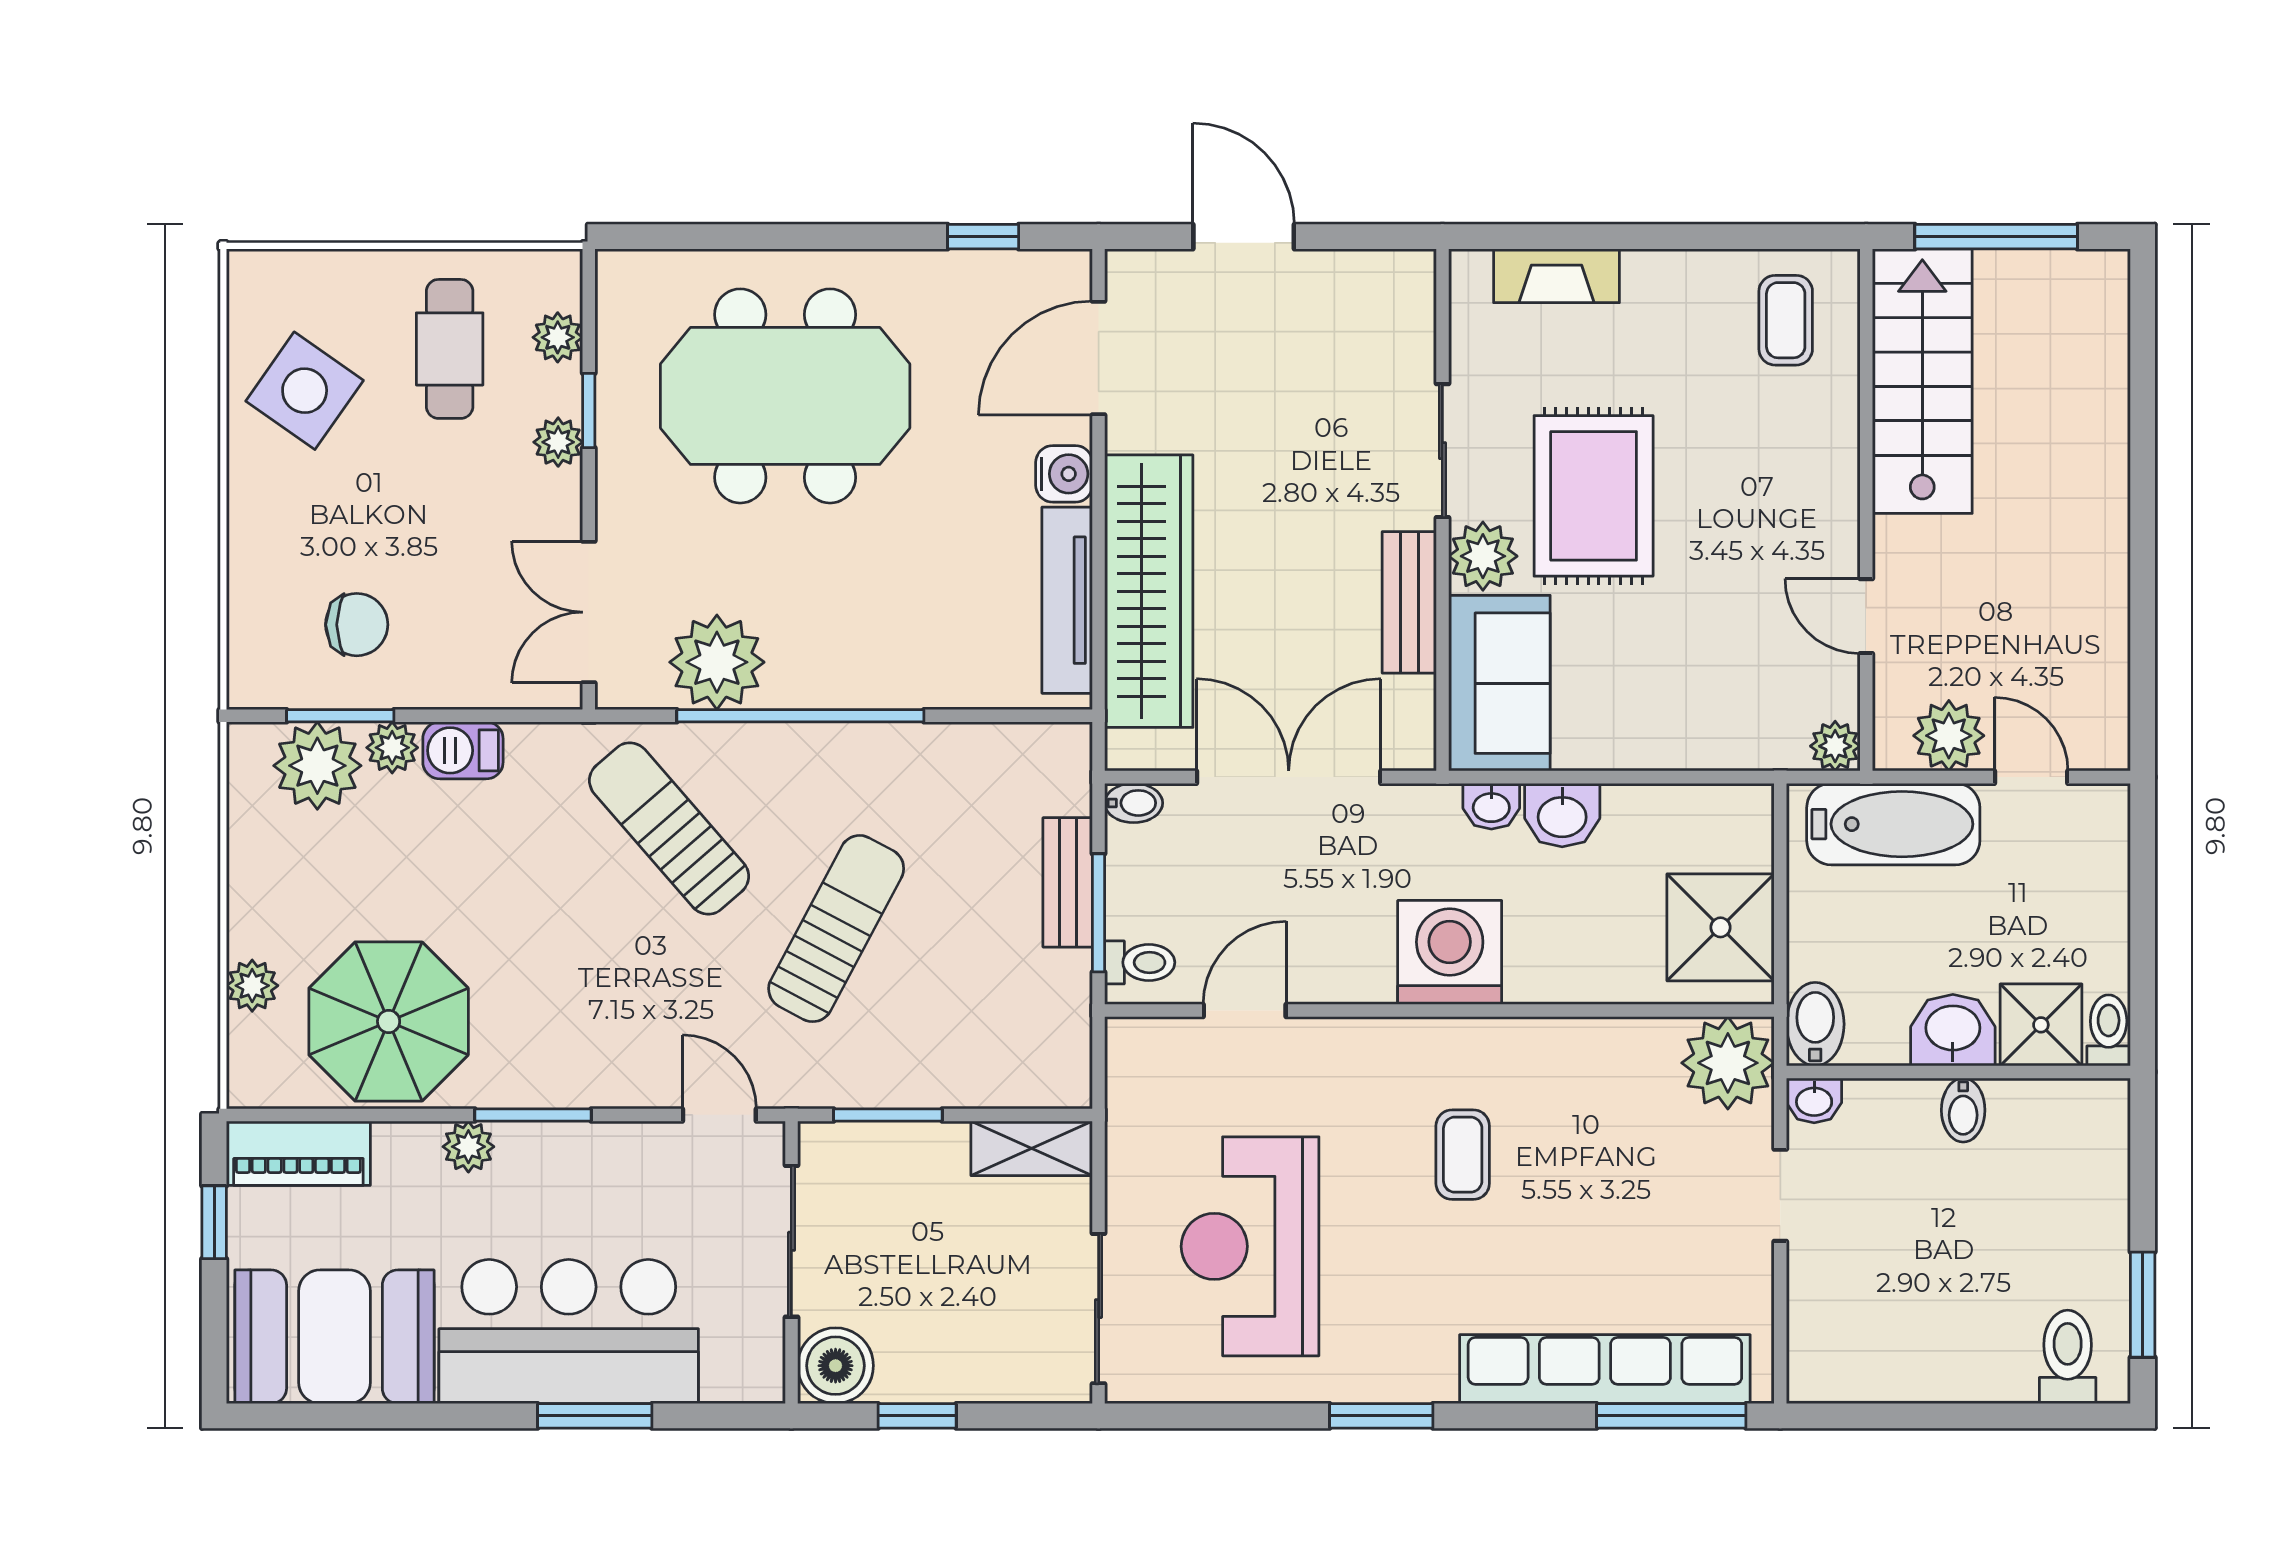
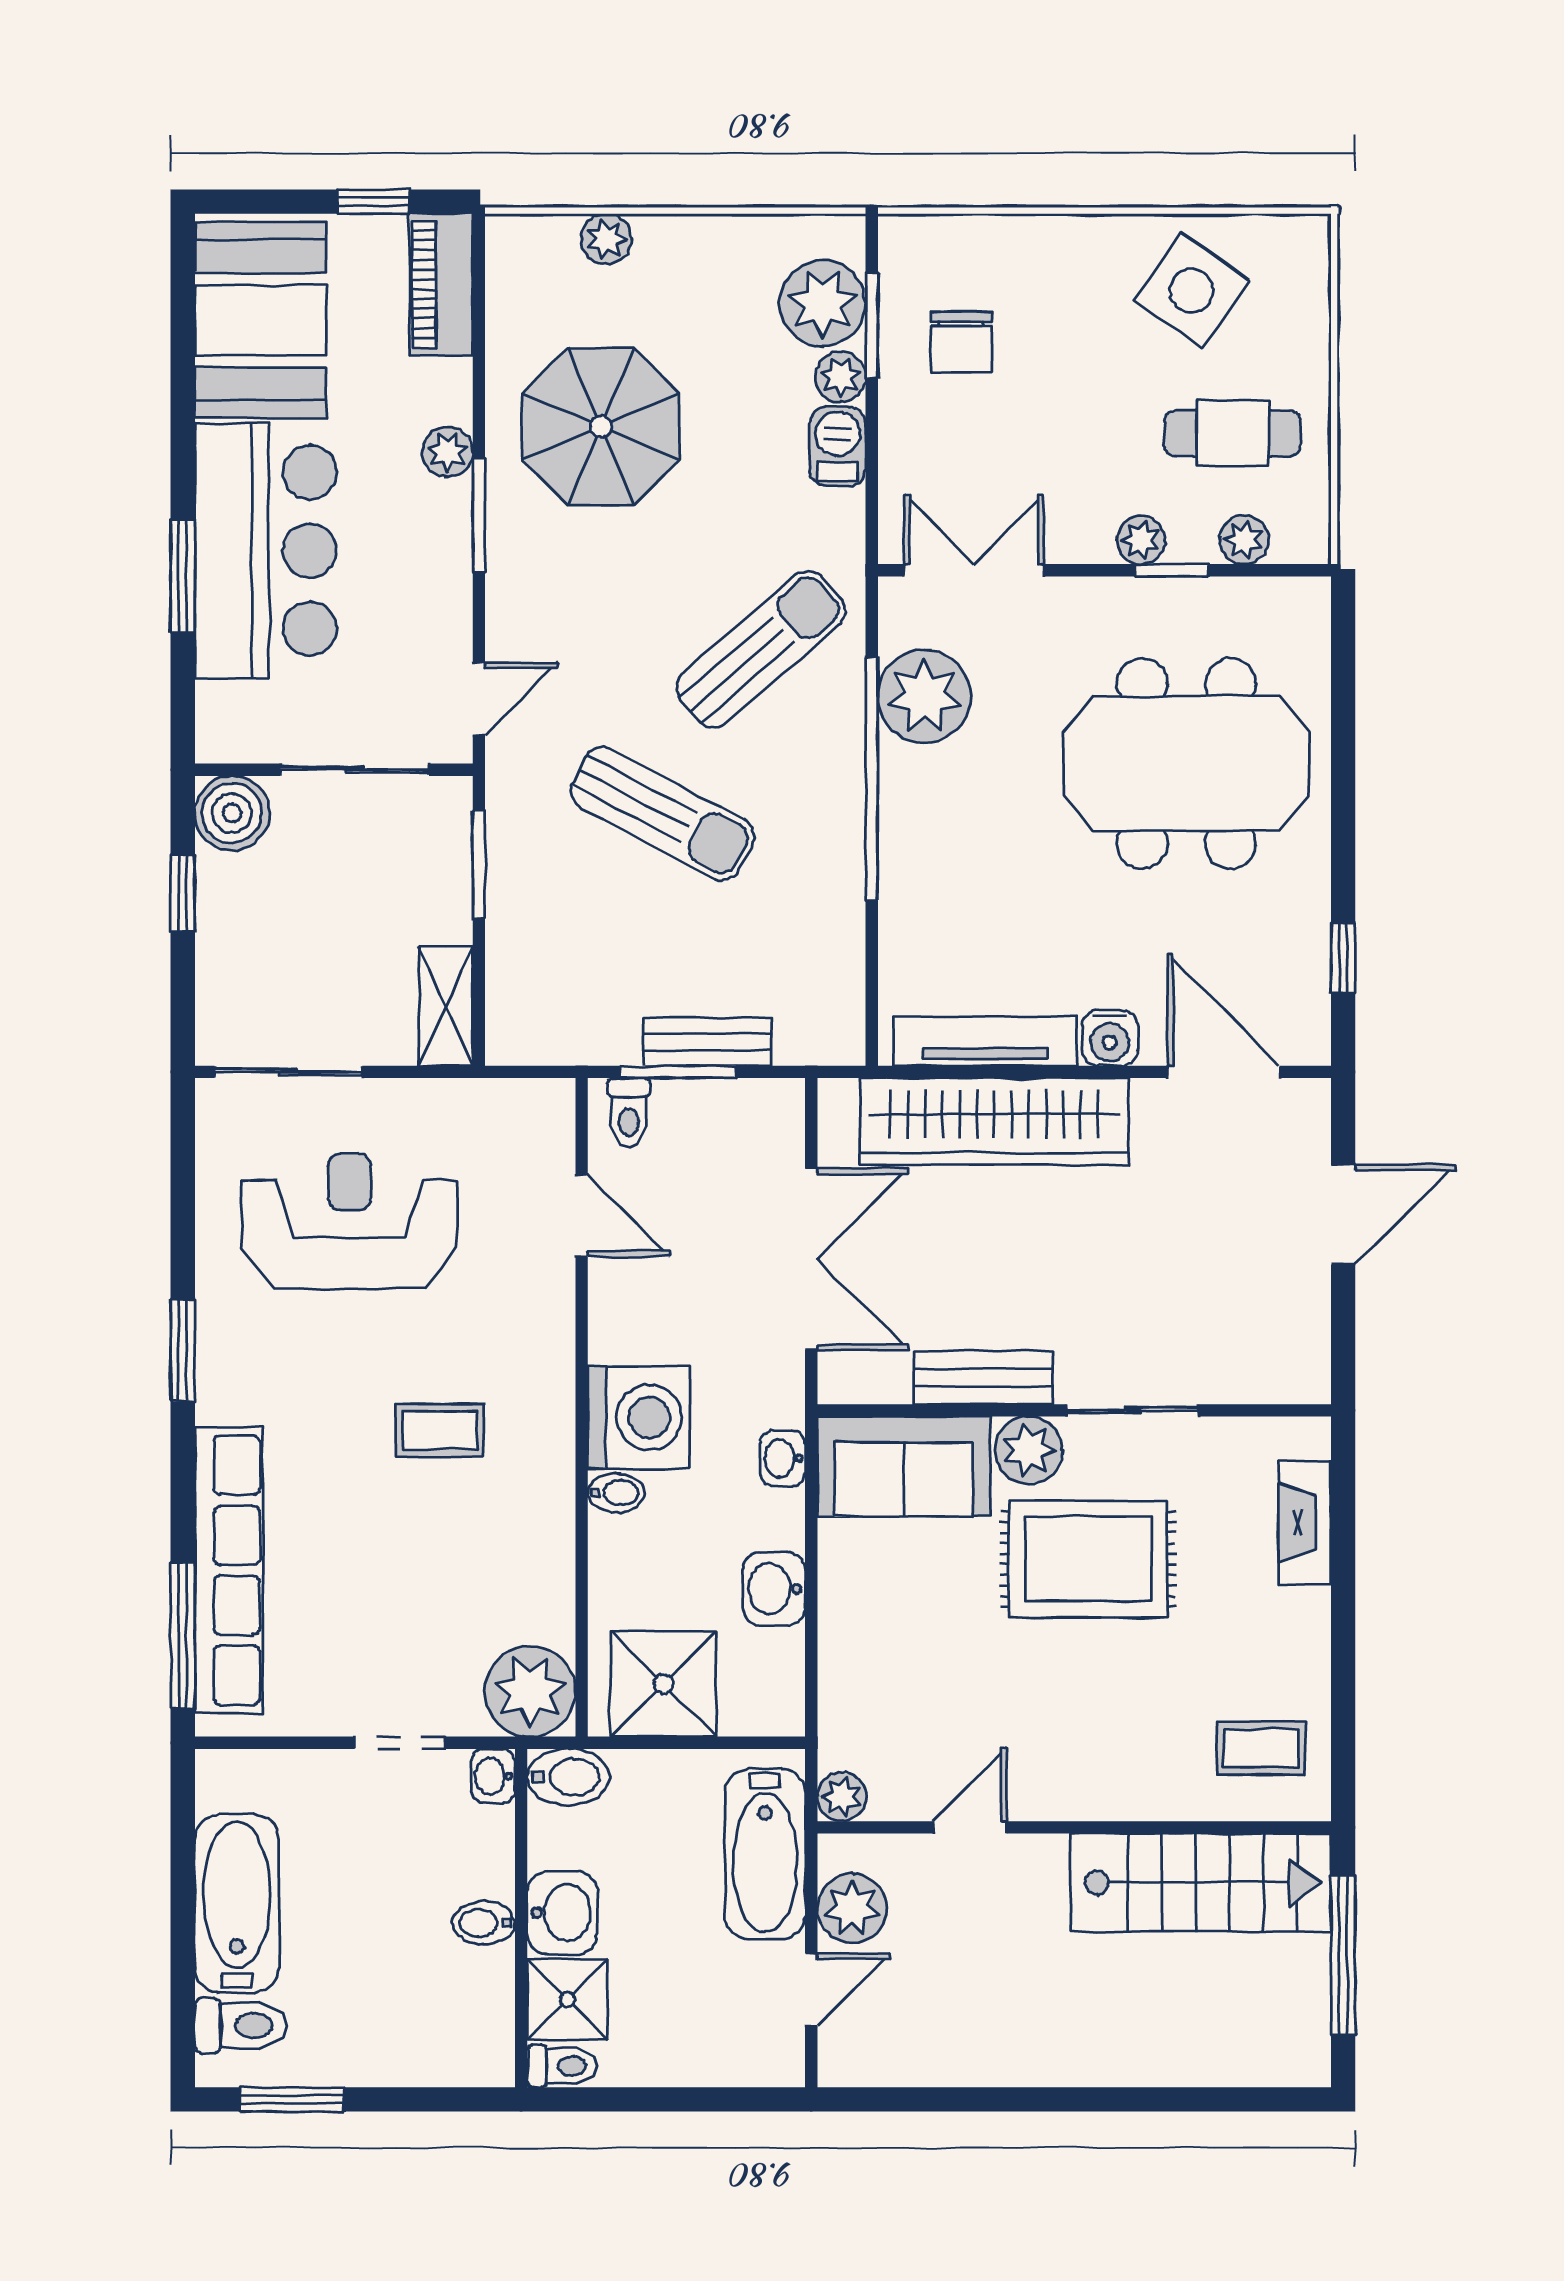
meeting table: (785, 396) -> (1186, 763), turned 90
bidet: (1134, 803) -> (616, 1493), moved, turned -90
washbasin: (1562, 815) -> (774, 1589), moved
parasol: (389, 1021) -> (601, 427), moved
bathtub: (1944, 1361) -> (237, 1904), added

